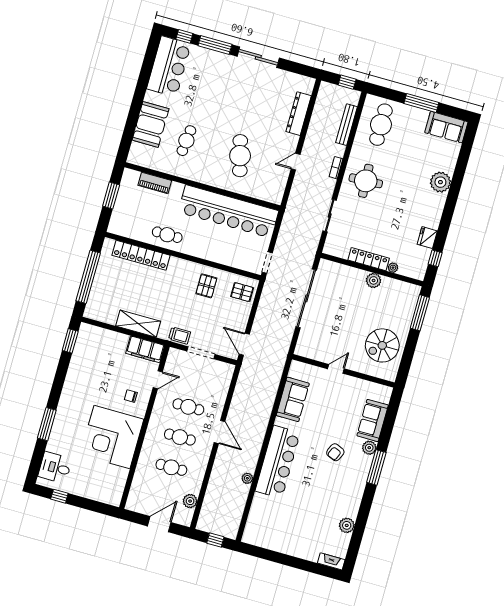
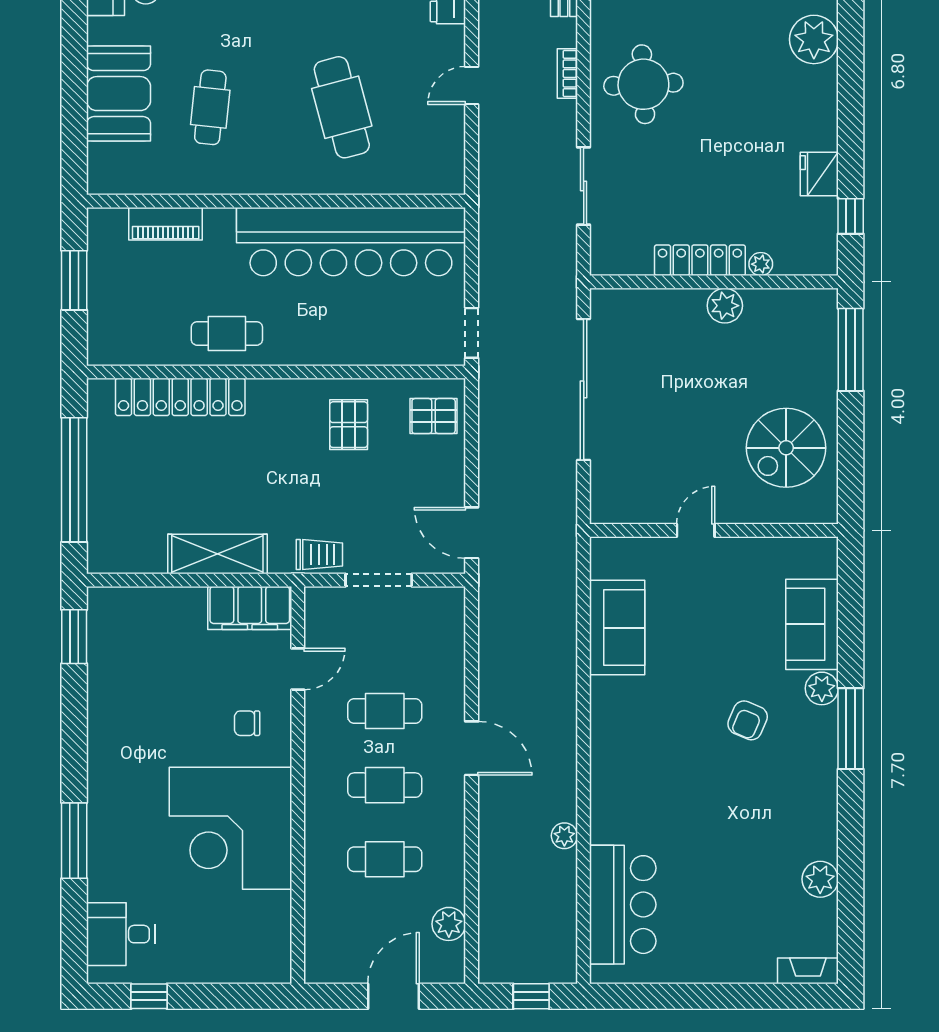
bar counter: (278, 462) -> (623, 905), moved, width x0.73

